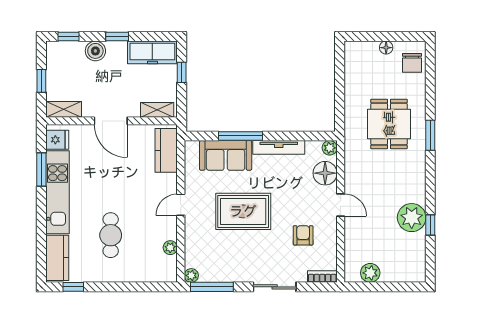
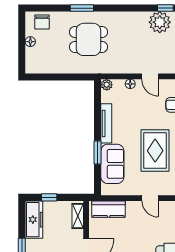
chair: (412, 63) -> (42, 22), turned 90
window: (430, 135) -> (82, 8), moved
window: (241, 136) -> (98, 153), width x0.69
floor lamp: (325, 173) -> (130, 84), width x0.53, depth x0.53
door: (341, 205) -> (150, 76), swing flipped

